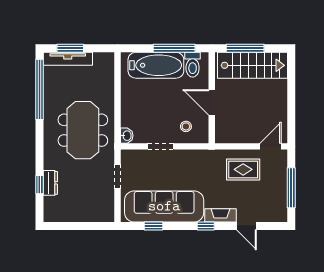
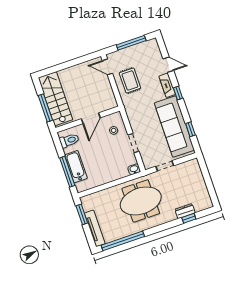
window: (70, 48) -> (82, 214), moved
window: (174, 48) -> (67, 172), moved
bathtub: (156, 65) -> (76, 167), width x0.73, depth x0.73
door: (247, 226) -> (168, 65), hinge flipped

